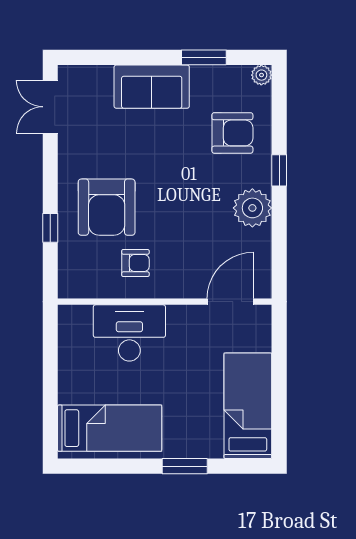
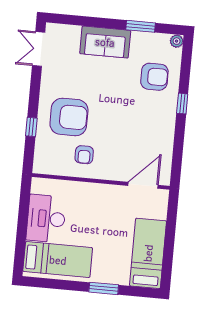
armchair: (107, 207) -> (69, 117), turned -90
plant: (252, 208) -> (163, 126), removed
armchair: (135, 263) -> (84, 155), turned 90
desk: (129, 333) -> (46, 219), moved, turned -90

